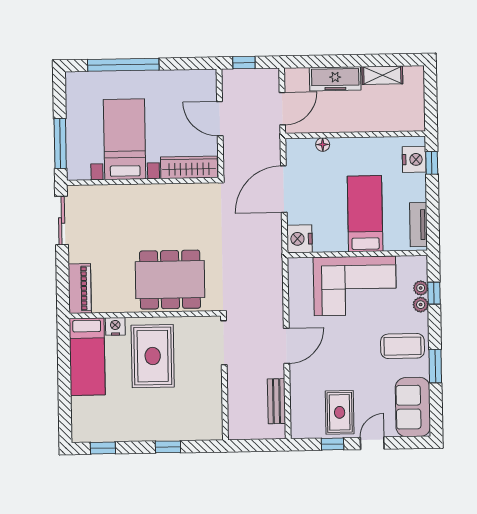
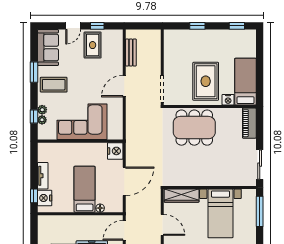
bed: (365, 214) -> (85, 189), moved, turned 180
tv unit: (418, 225) -> (43, 176), moved

